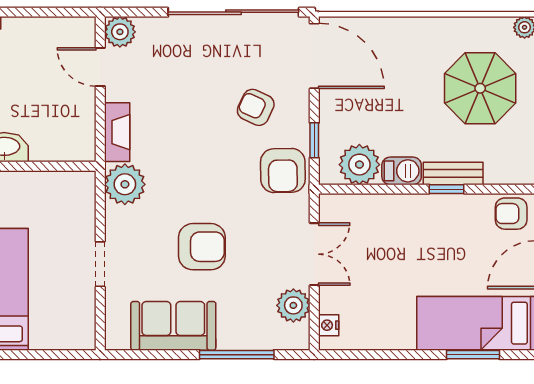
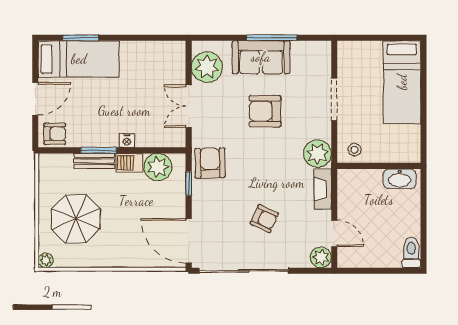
armchair: (256, 107) -> (264, 219), moved
window: (447, 189) -> (99, 150), width x1.50
stool: (70, 190) -> (354, 150), added
doorway: (100, 264) -> (334, 99), width x1.38
plant: (293, 305) -> (207, 67), width x1.36, depth x1.36
nightstand: (329, 325) -> (127, 141), moved, turned 90
sofa: (173, 326) -> (261, 57), moved
window: (237, 355) -> (272, 38), moved

